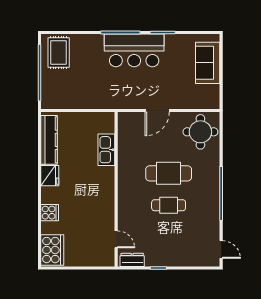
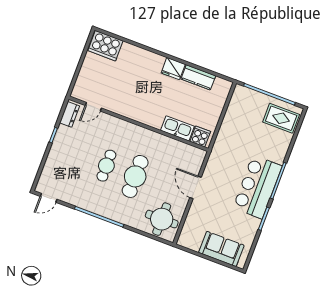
kitchen counter: (49, 140) -> (198, 77), width x0.67
cooker: (50, 213) -> (200, 137), moved, turned 180

